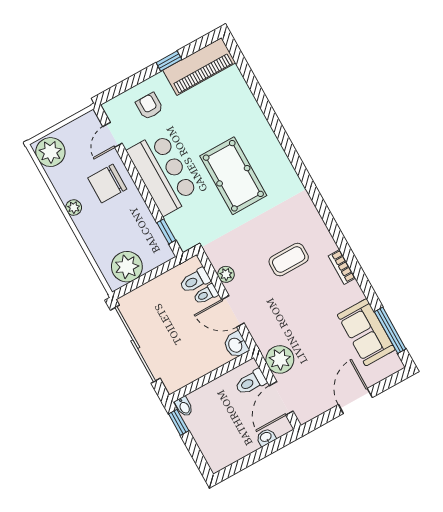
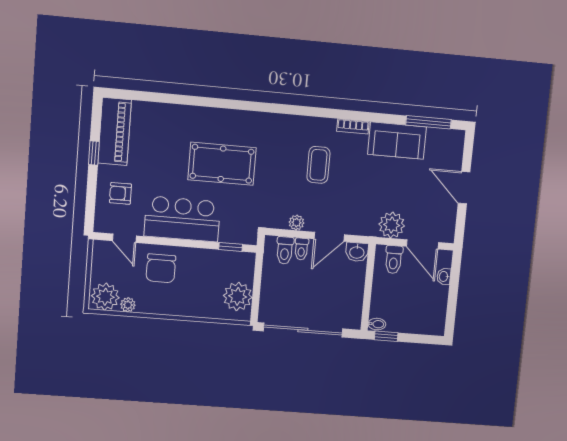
plant: (74, 208) -> (128, 305), moved
sofa: (366, 332) -> (397, 141), moved

